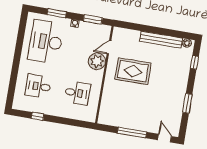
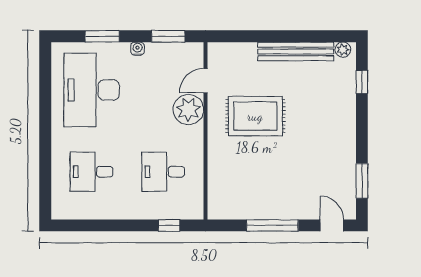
desk: (77, 93) -> (163, 172), turned 180
window: (187, 103) -> (362, 181), moved
window: (38, 116) -> (169, 225), moved

